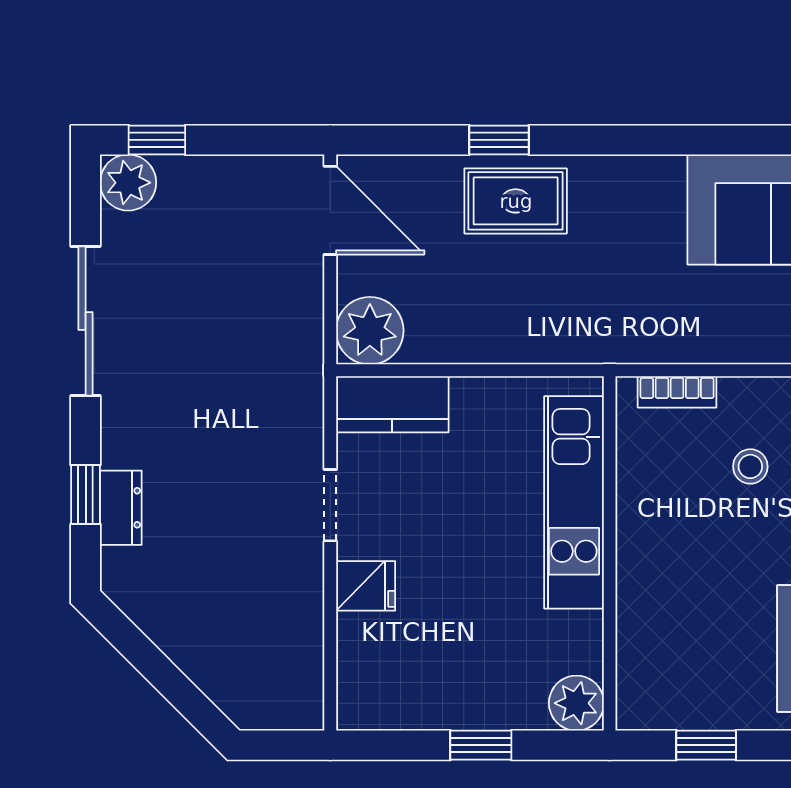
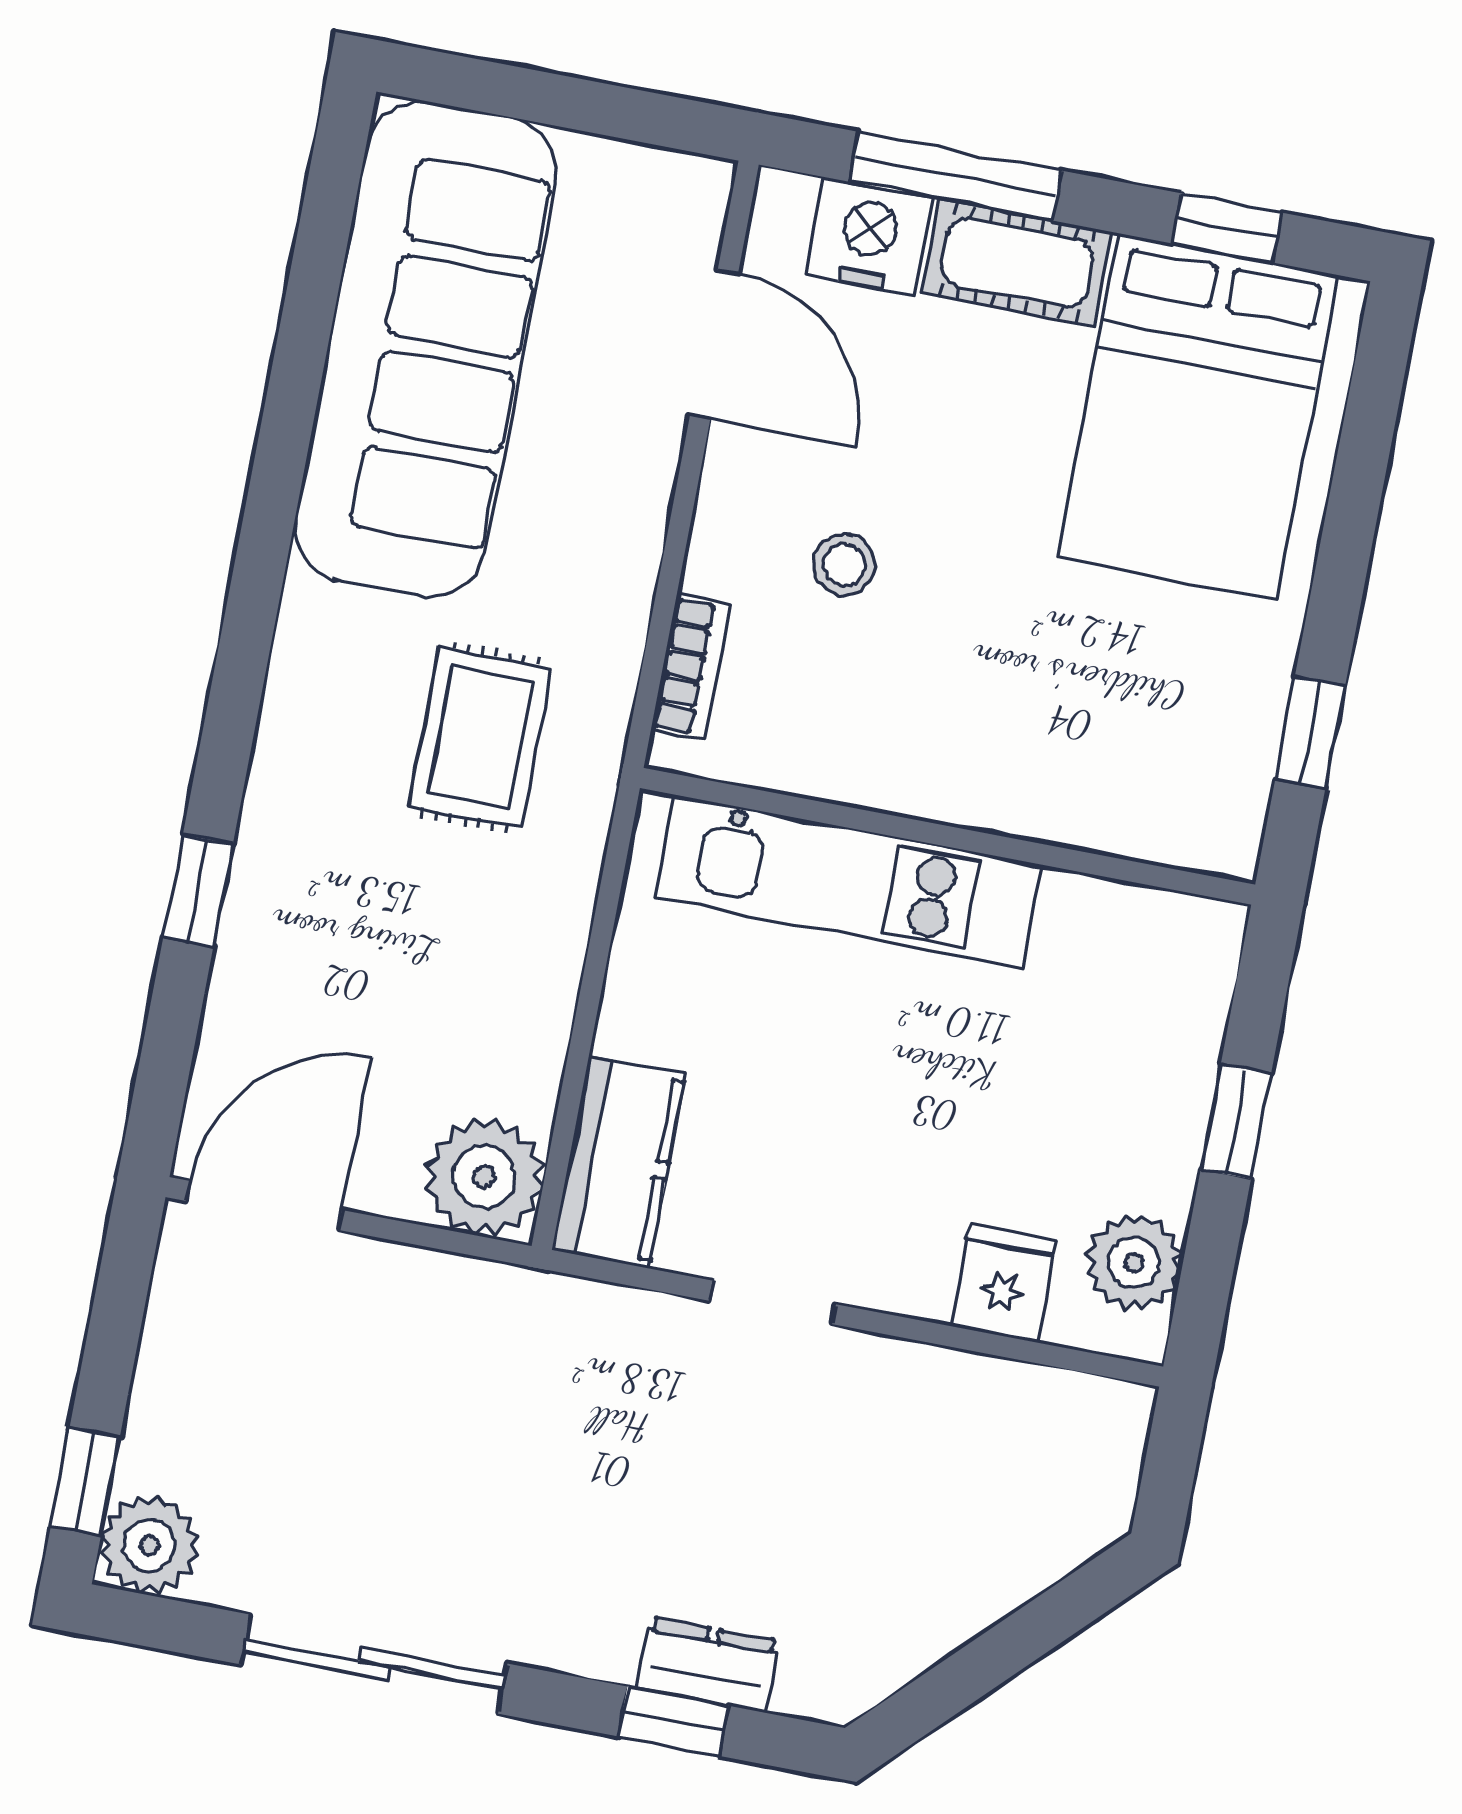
rug: (516, 201) -> (480, 737), moved
fridge: (366, 586) -> (1004, 1283), moved
plant: (576, 703) -> (1134, 1262), moved

